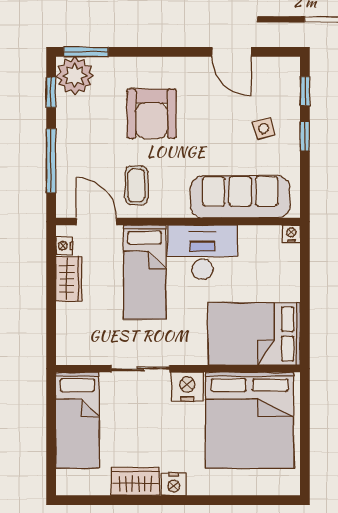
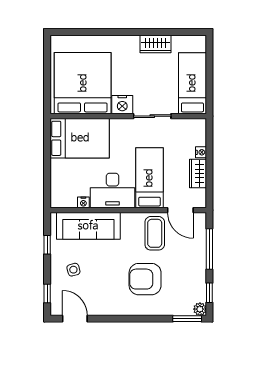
door: (232, 52) -> (75, 319), moved
plant: (75, 76) -> (200, 309), width x0.53, depth x0.53
armchair: (152, 114) -> (145, 279), turned -90
window: (305, 136) -> (47, 245), moved
coffee table: (136, 185) -> (155, 233), width x1.36, depth x1.30
nightstand: (291, 234) -> (83, 202), moved
nightstand: (64, 246) -> (201, 152), moved
nightstand: (174, 484) -> (131, 42), removed

